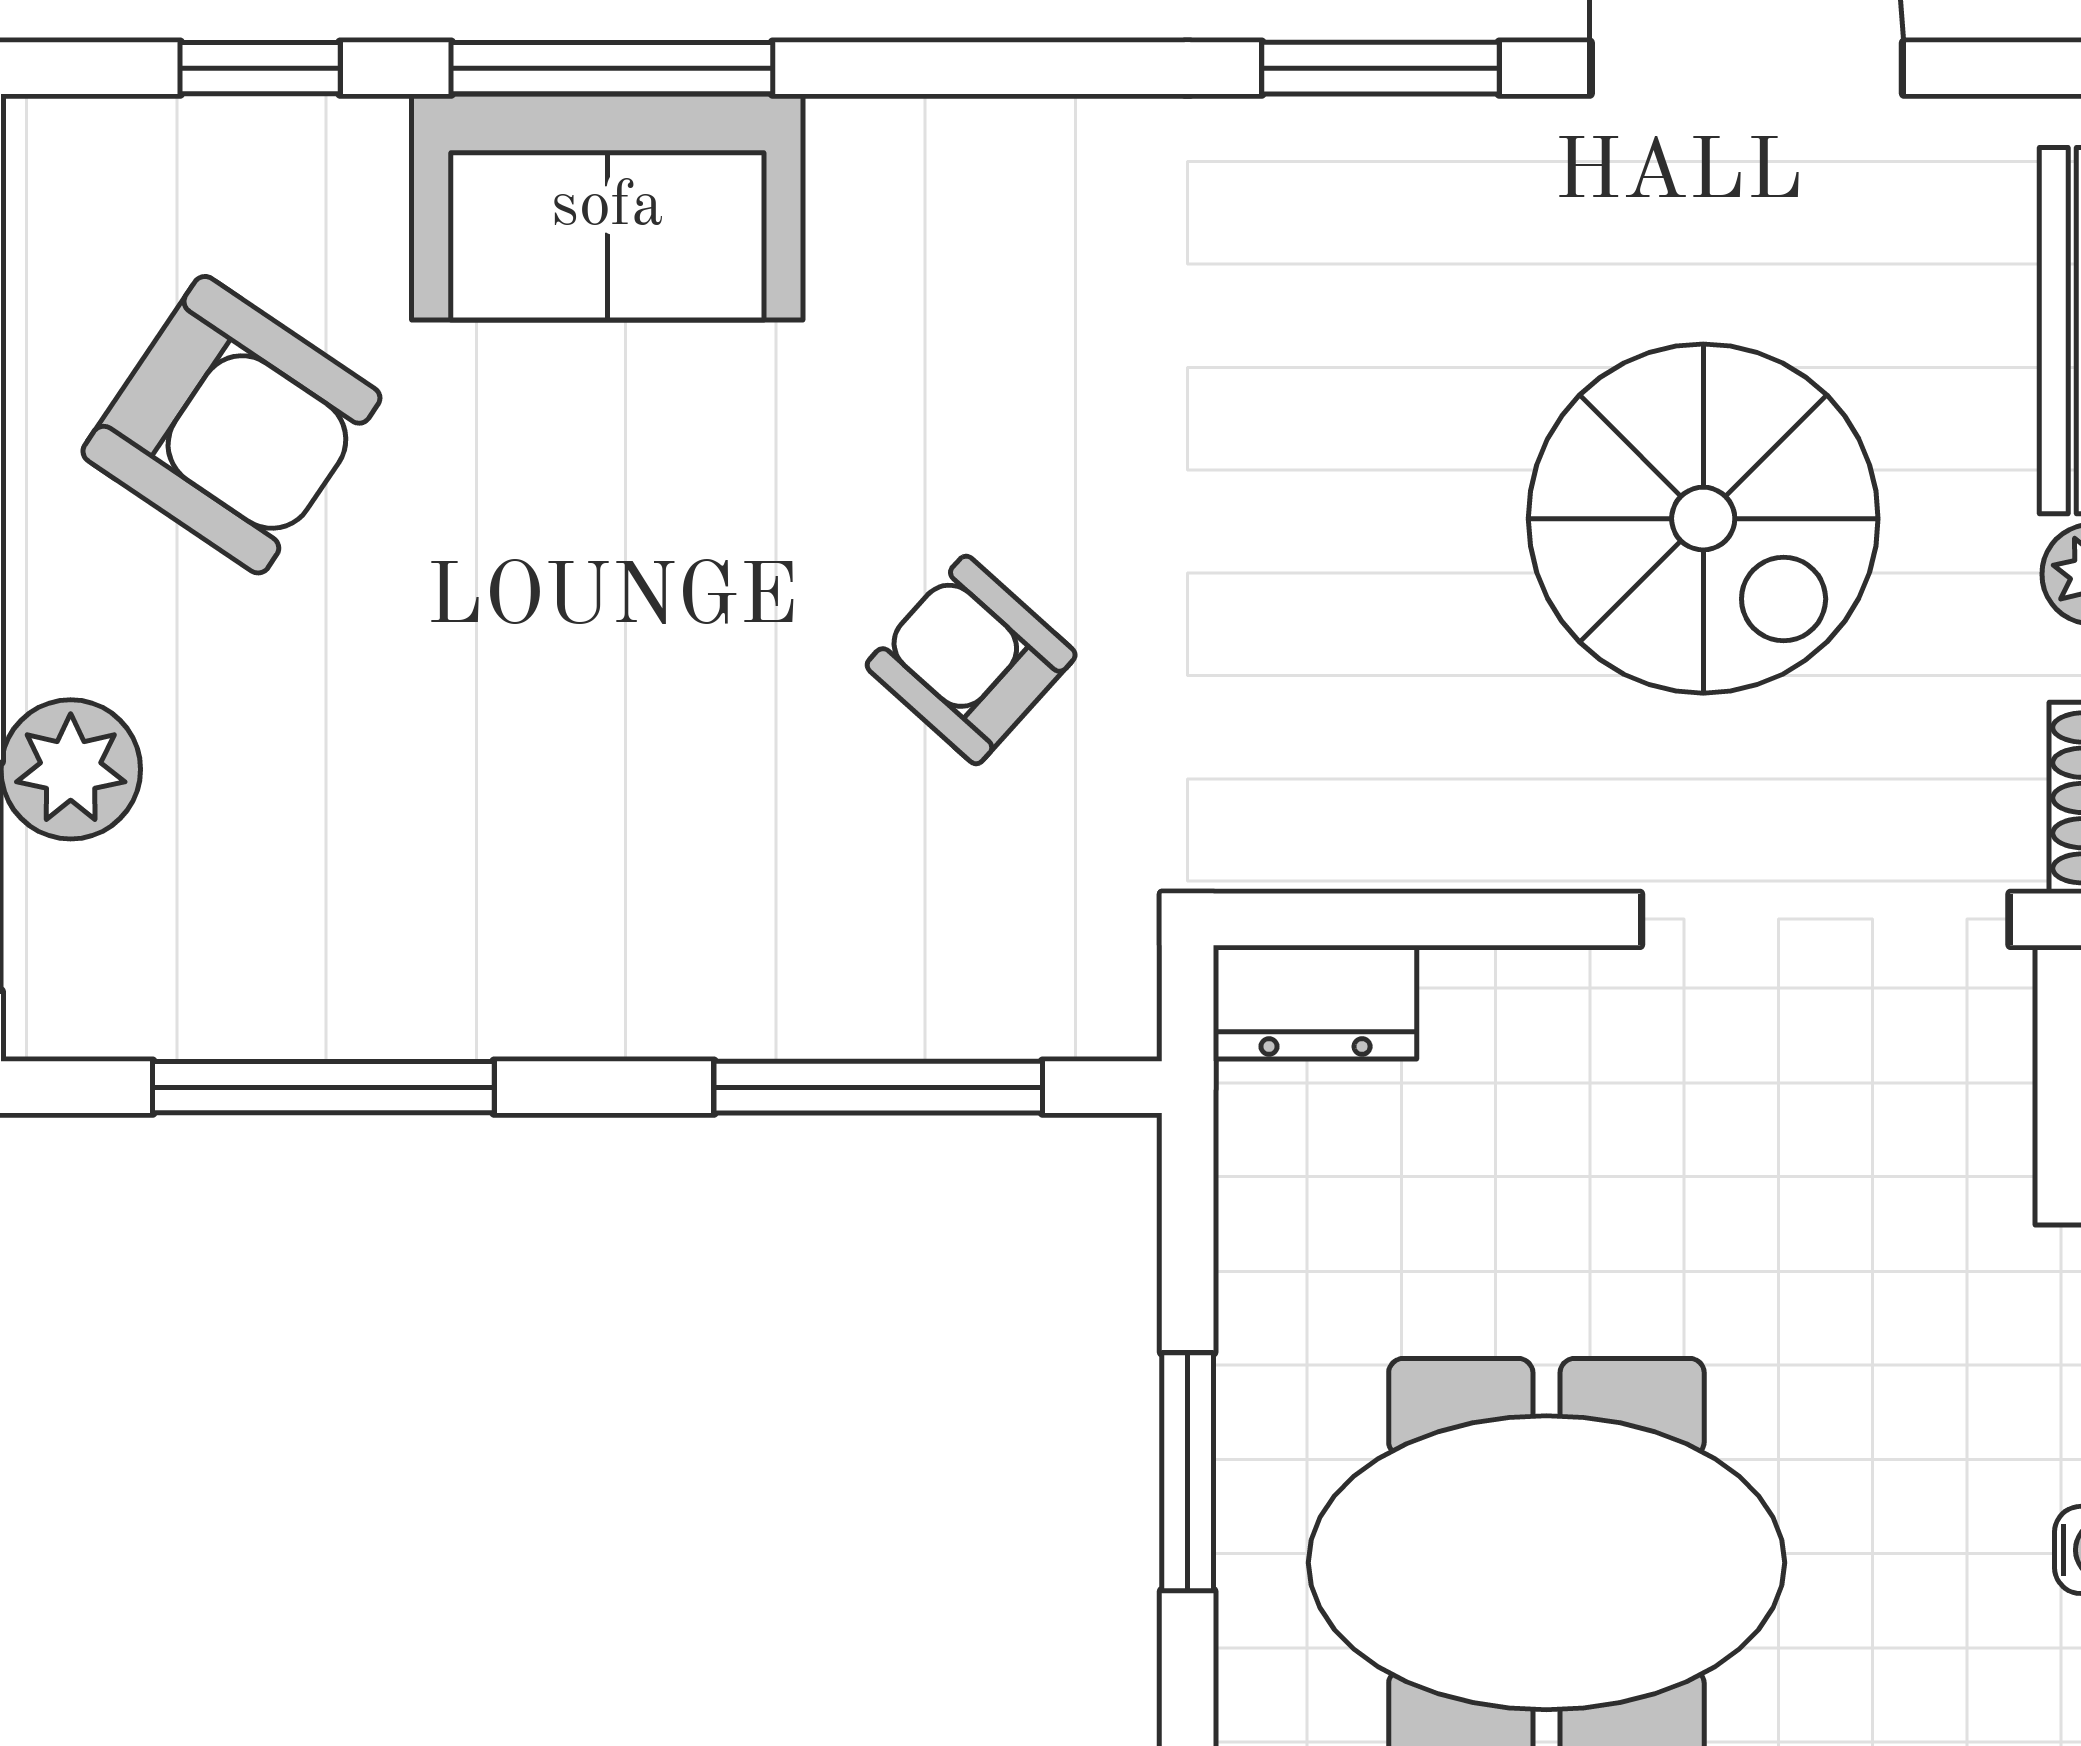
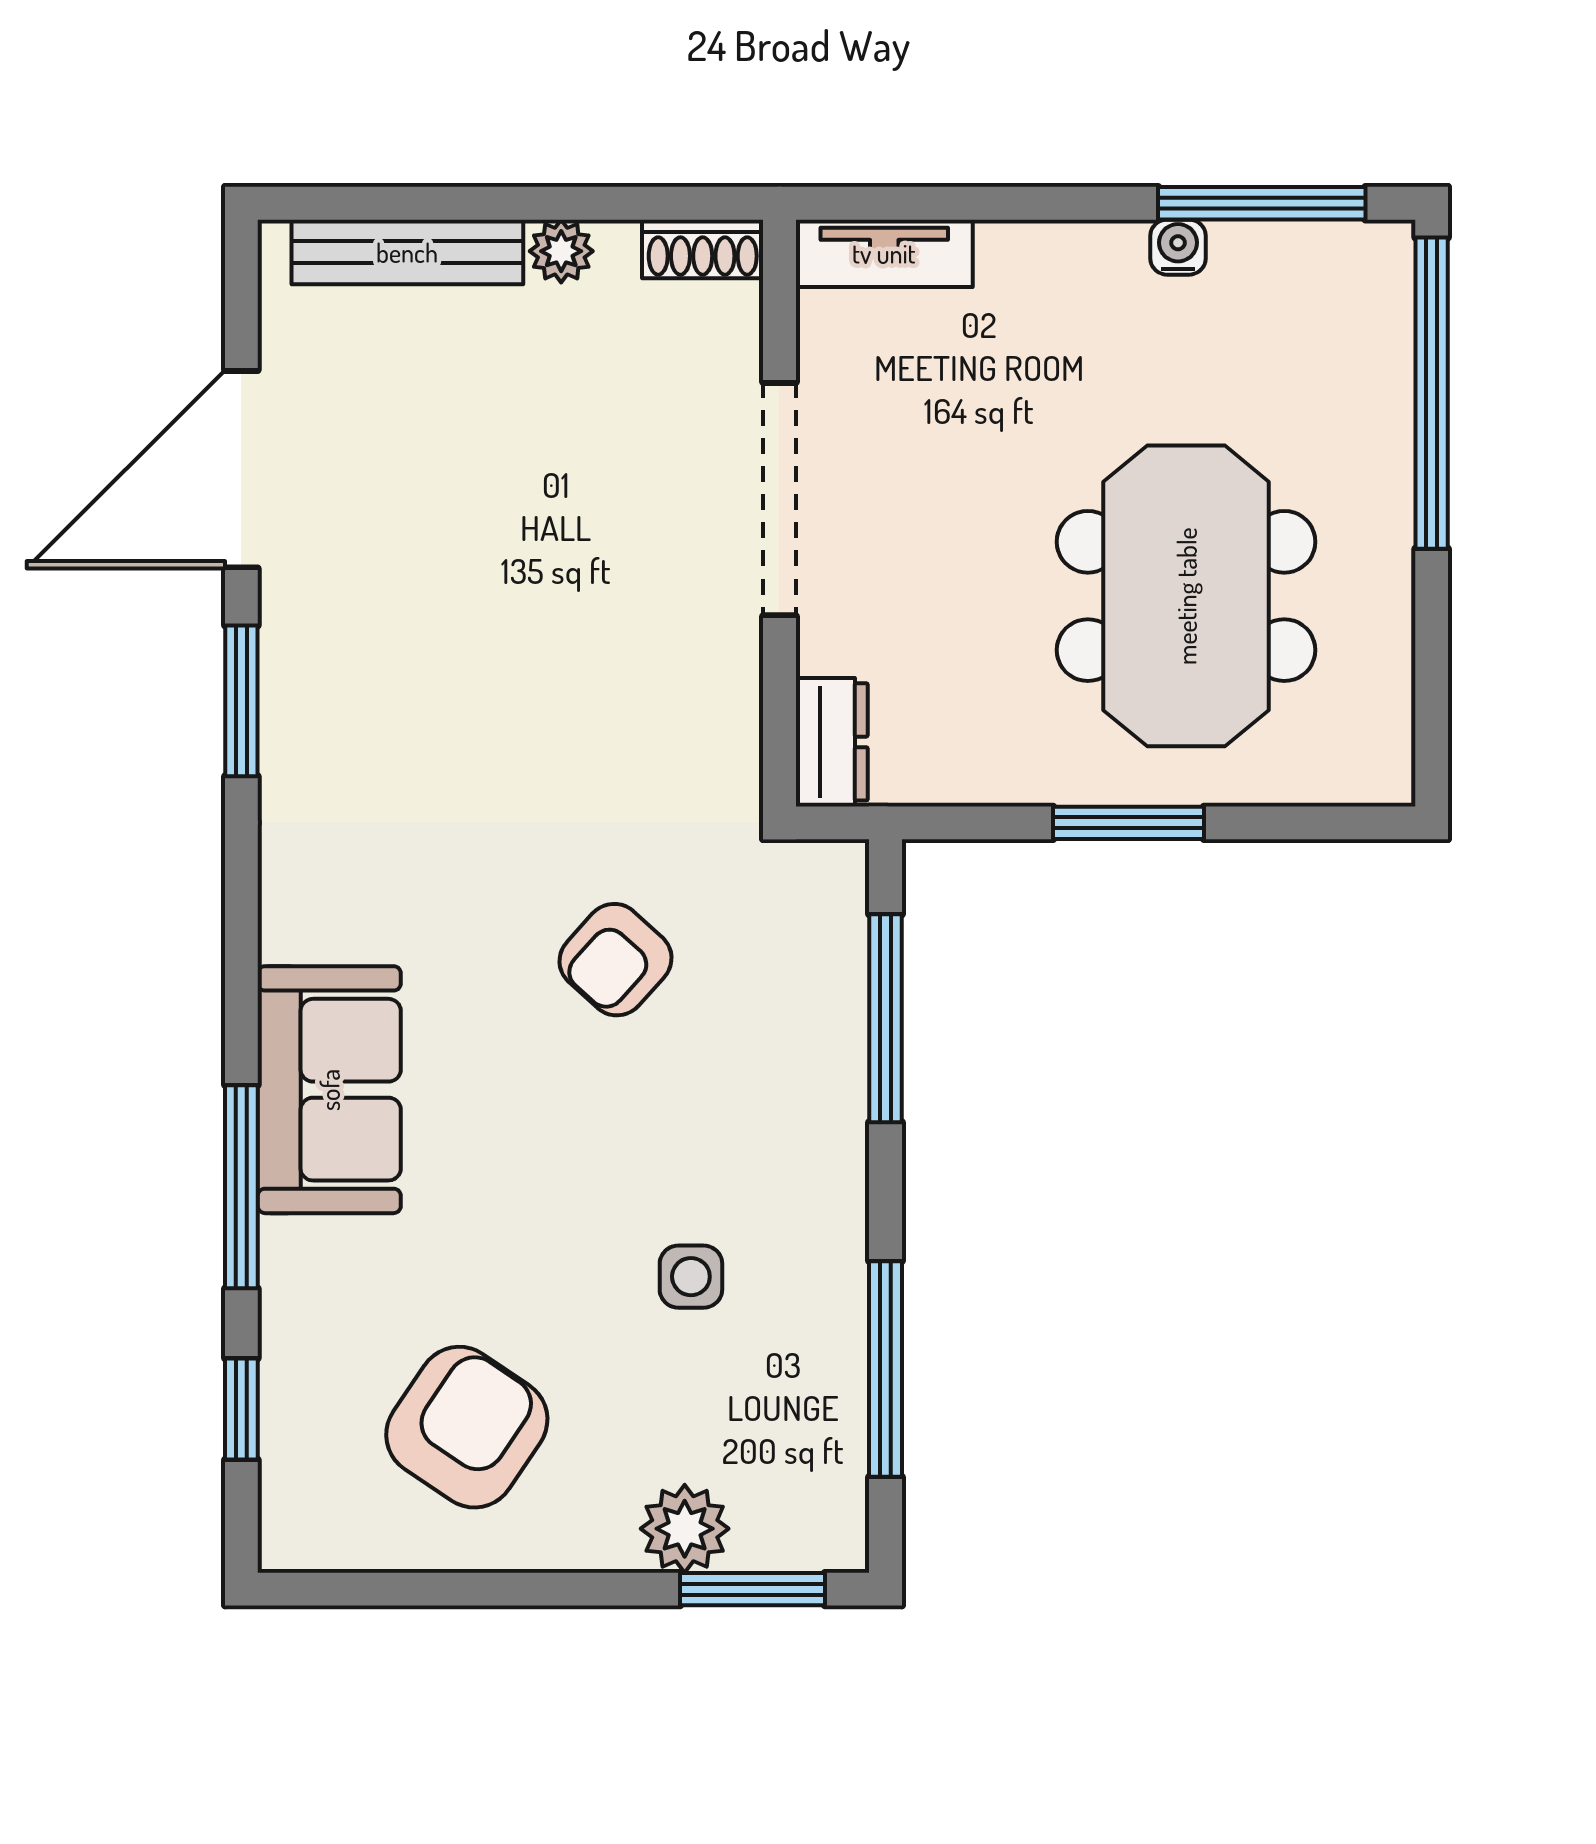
sofa: (607, 207) -> (329, 1090), moved
spiral stairs: (1703, 519) -> (526, 497), removed
side table: (469, 779) -> (691, 1277), added
doorway: (1825, 919) -> (779, 499), moved

